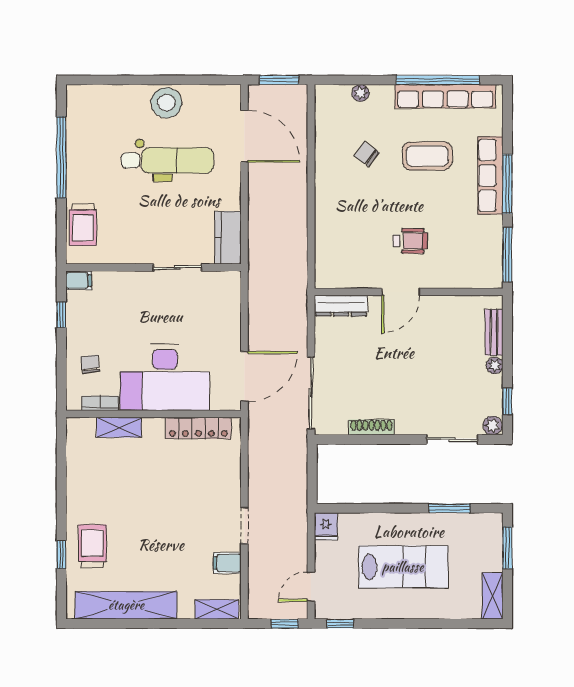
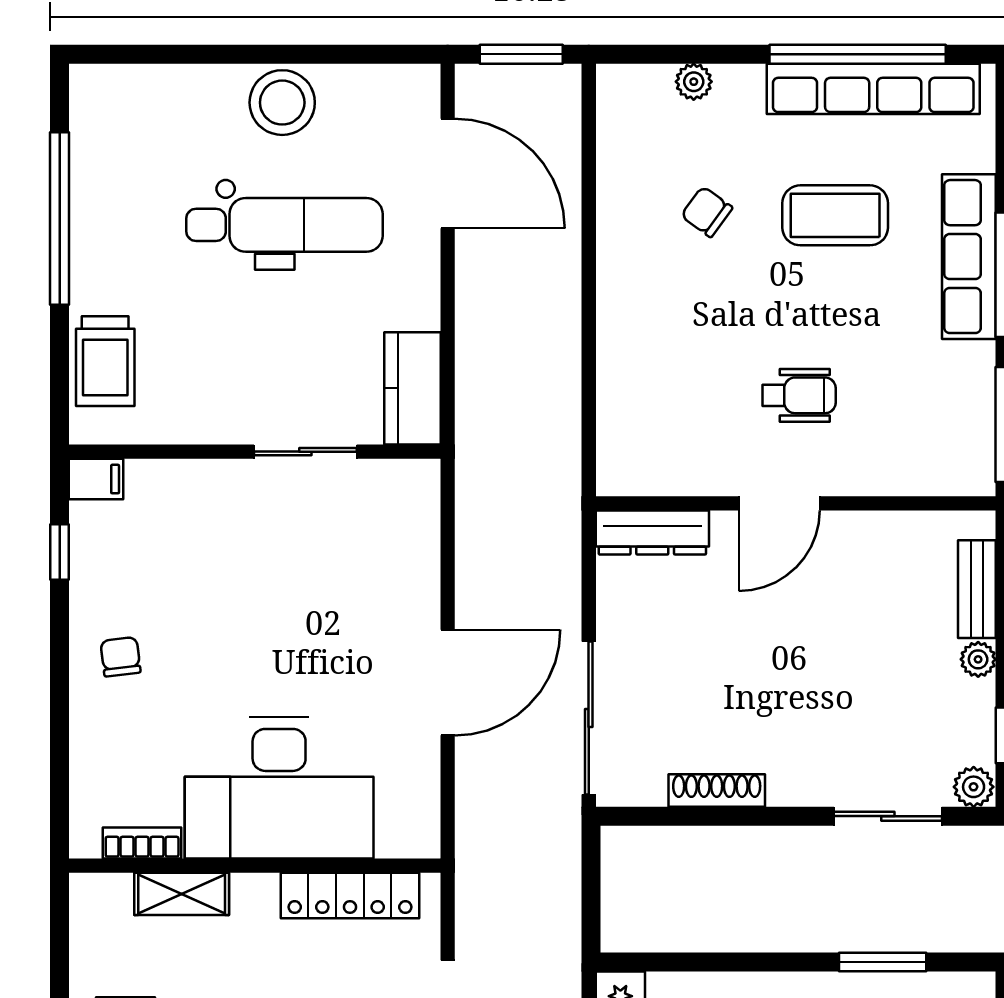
desk: (165, 377) -> (279, 788), moved
bookcase: (100, 403) -> (142, 843), moved
wall: (153, 414) -> (255, 866), moved
shelving: (119, 427) -> (182, 894), moved
locker: (198, 428) -> (350, 896), moved

